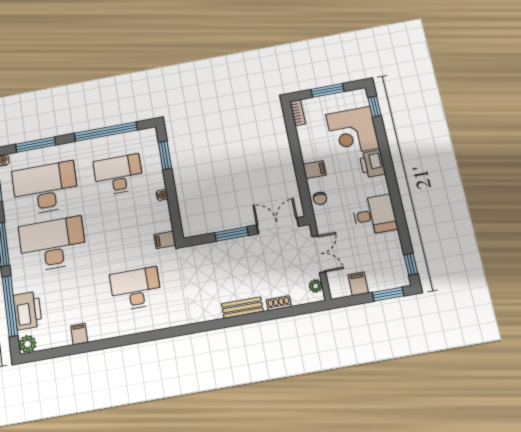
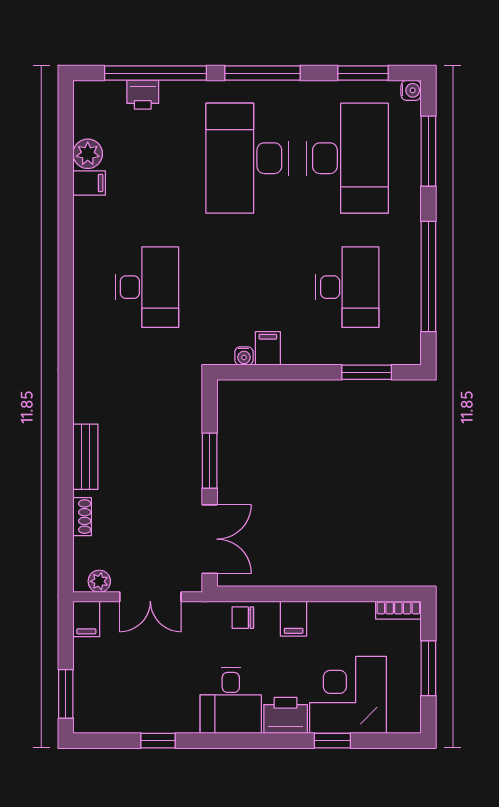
window: (374, 107) -> (332, 741), moved
water cooler: (162, 195) -> (244, 356), moved
desk: (374, 215) -> (231, 700), moved
filing cabinet: (165, 240) -> (268, 348), moved
desk: (53, 244) -> (247, 158), turned 180
window: (411, 264) -> (158, 741), moved
filing cabinet: (358, 284) -> (86, 619), moved, turned 90
printer: (28, 311) -> (143, 95), width x0.53, depth x0.68
plant: (28, 344) -> (88, 154), moved

